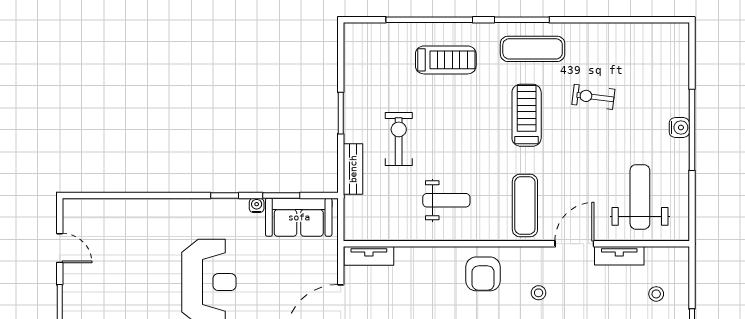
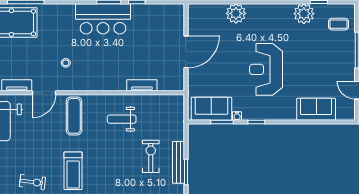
exercise bike: (399, 139) -> (151, 156), turned 180
bench: (353, 169) -> (178, 162), moved, width x1.36
sofa: (127, 216) -> (316, 109), added
tv unit: (369, 256) -> (142, 85), moved
armchair: (483, 274) -> (99, 74), removed

